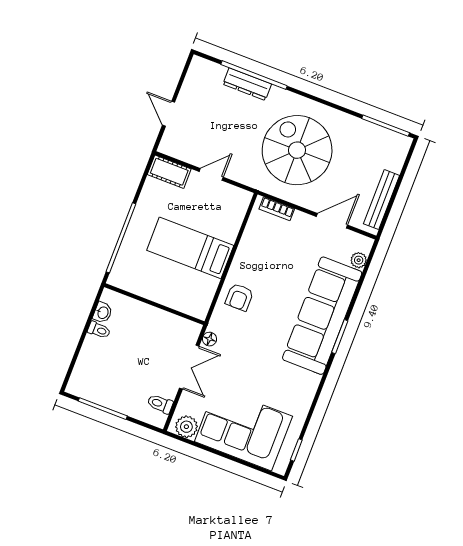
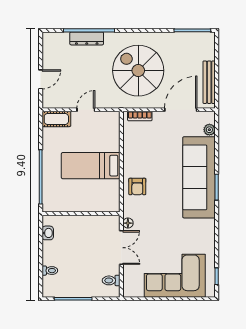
door: (169, 114) -> (41, 79), swing flipped
door: (332, 221) -> (181, 110), width x1.36
toilet: (99, 330) -> (50, 271), moved
plant: (186, 427) -> (135, 289), removed

